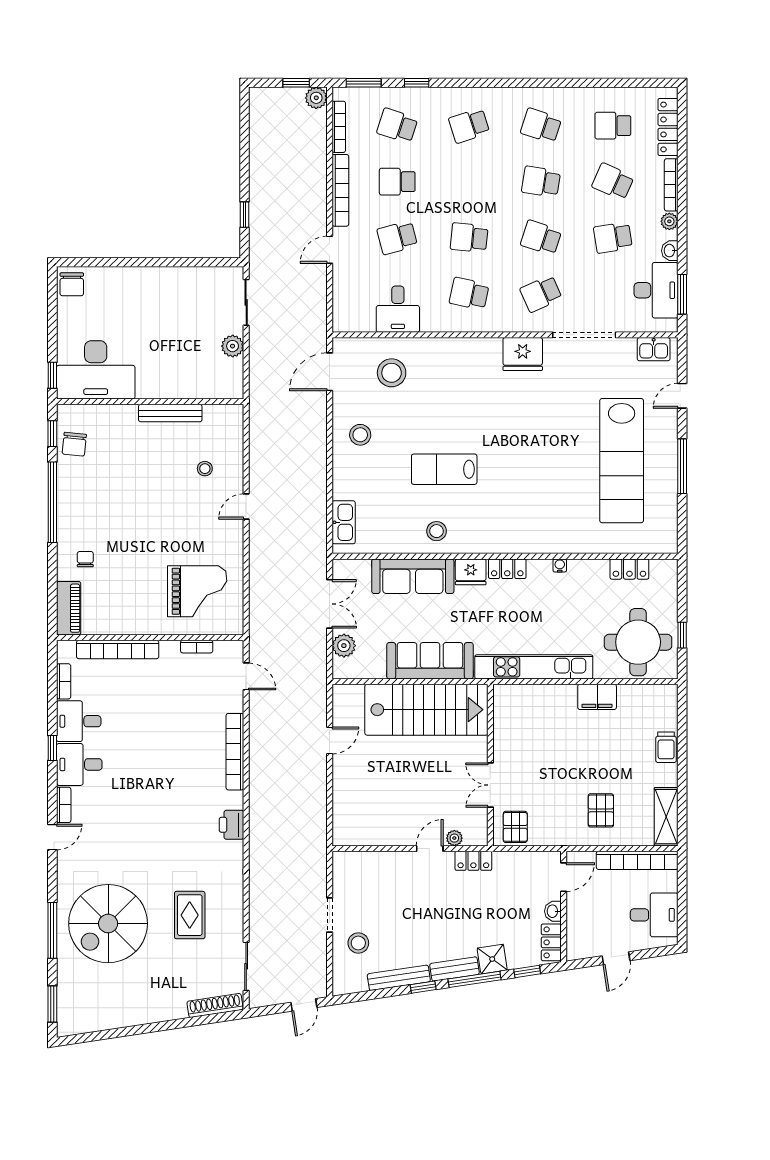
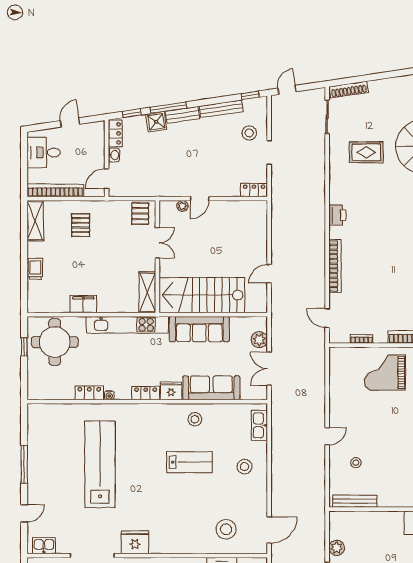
bench: (170, 413) -> (355, 501), moved
stool: (360, 435) -> (244, 467), moved
lab bench: (622, 461) -> (100, 464), moved
locker: (629, 569) -> (89, 393), moved
grand piano: (197, 591) -> (385, 372), moved
shelving: (505, 714) -> (147, 292), added
locker: (473, 861) -> (254, 190), moved
rug: (190, 915) -> (366, 152), turned 90
window: (423, 987) -> (250, 95), moved

